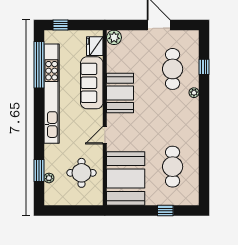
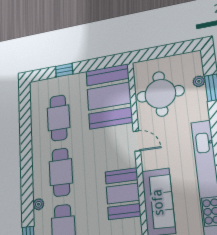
cafe table: (173, 118) -> (61, 172), added
door: (105, 135) -> (137, 141), hinge flipped
round table: (82, 173) -> (160, 94), width x1.36, depth x1.36

